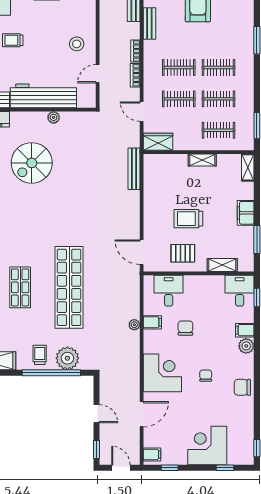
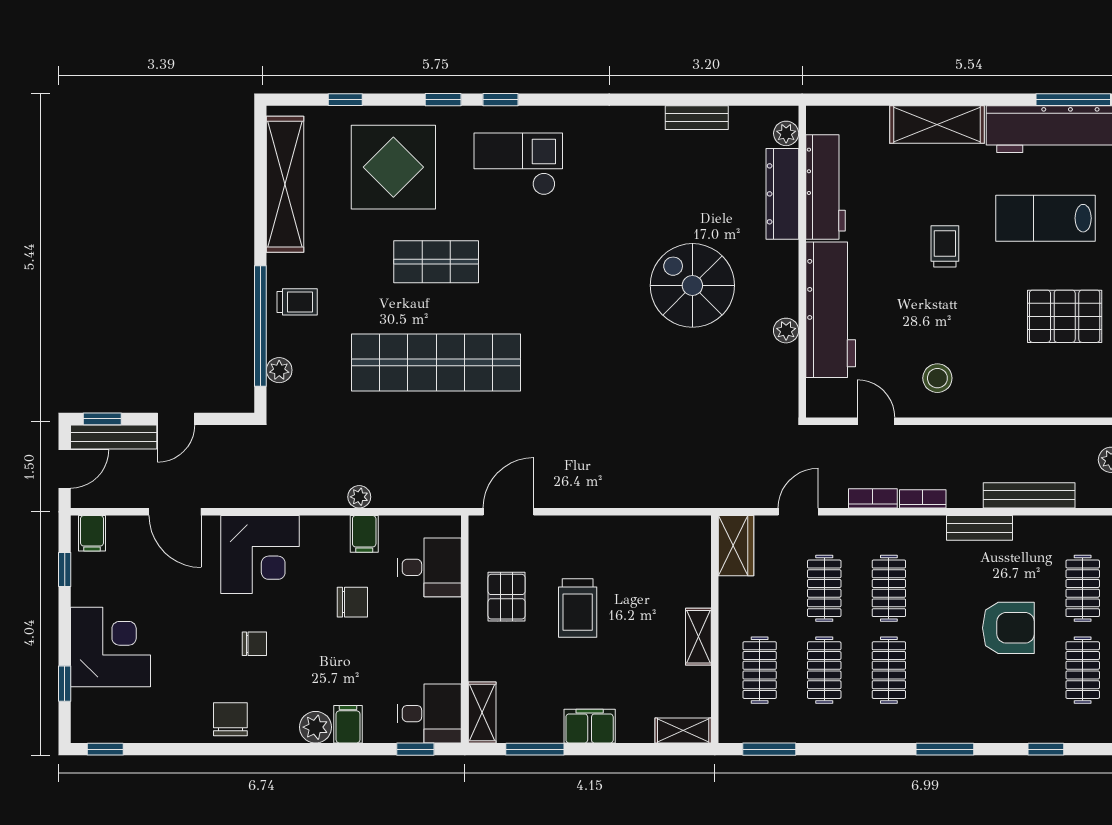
bench: (134, 169) -> (114, 437), moved
trolley: (188, 219) -> (578, 608), turned 180
shelving: (222, 265) -> (482, 713), moved
plant: (67, 358) -> (279, 370), width x0.53, depth x0.53

